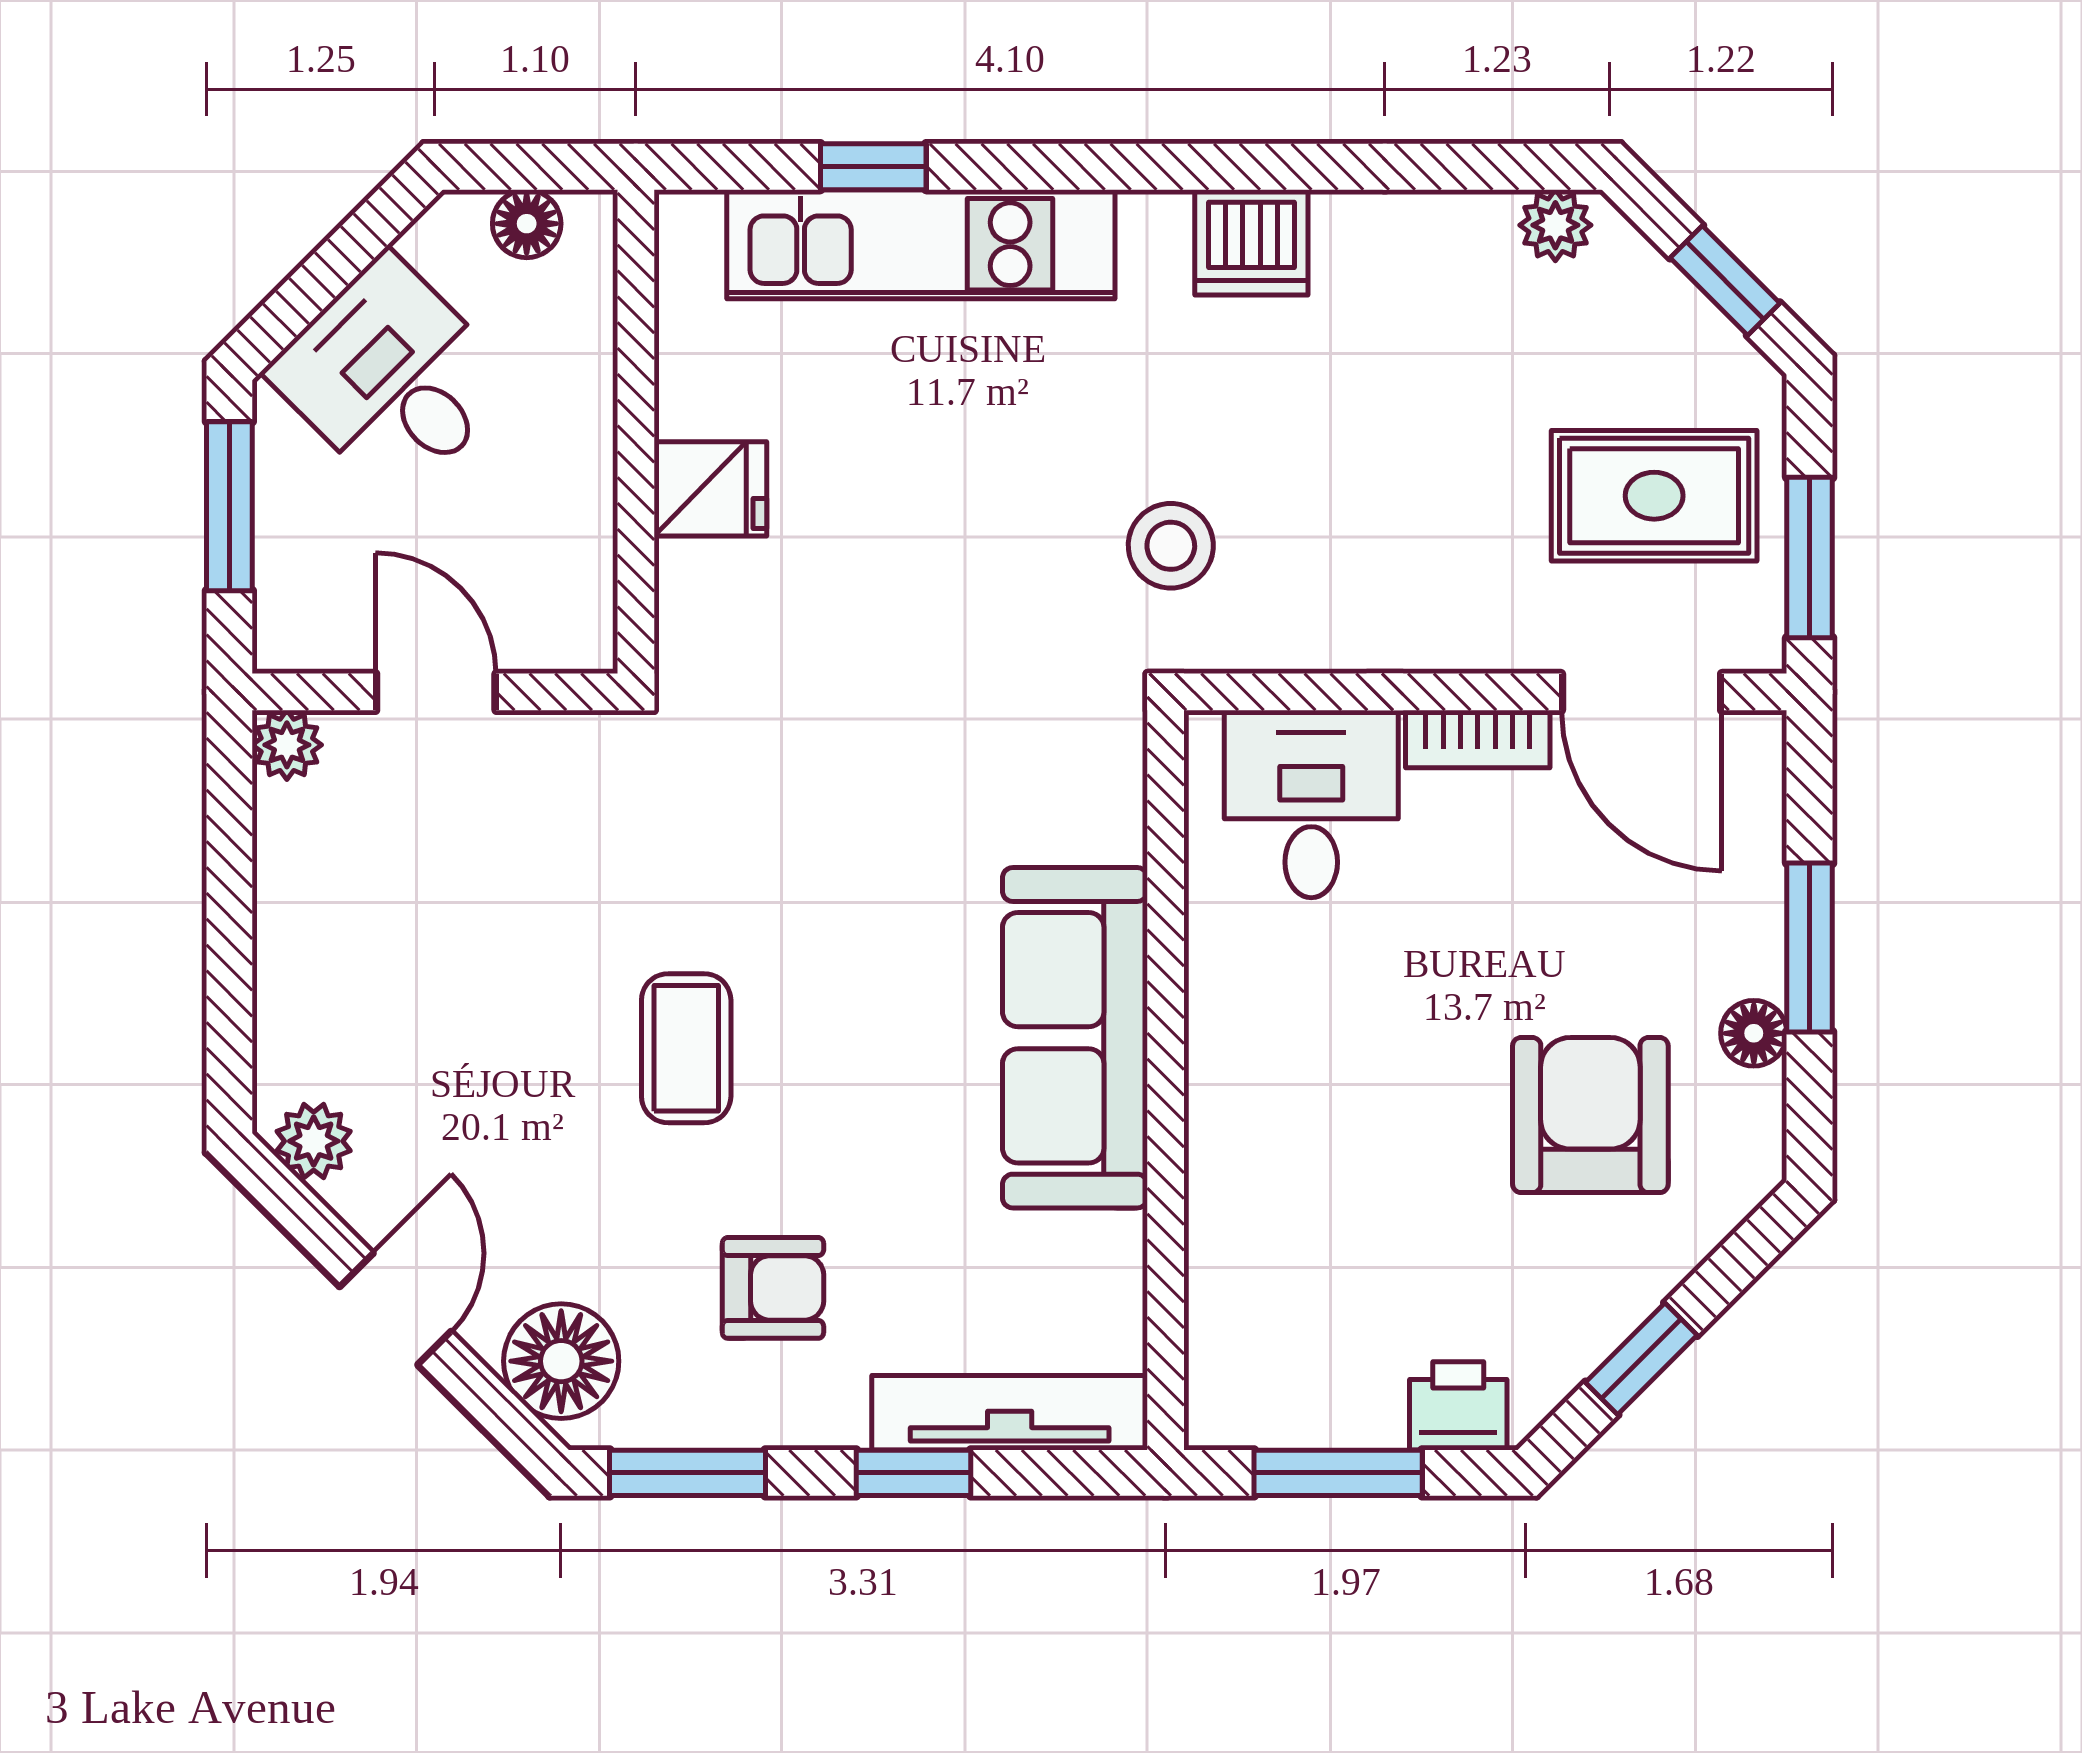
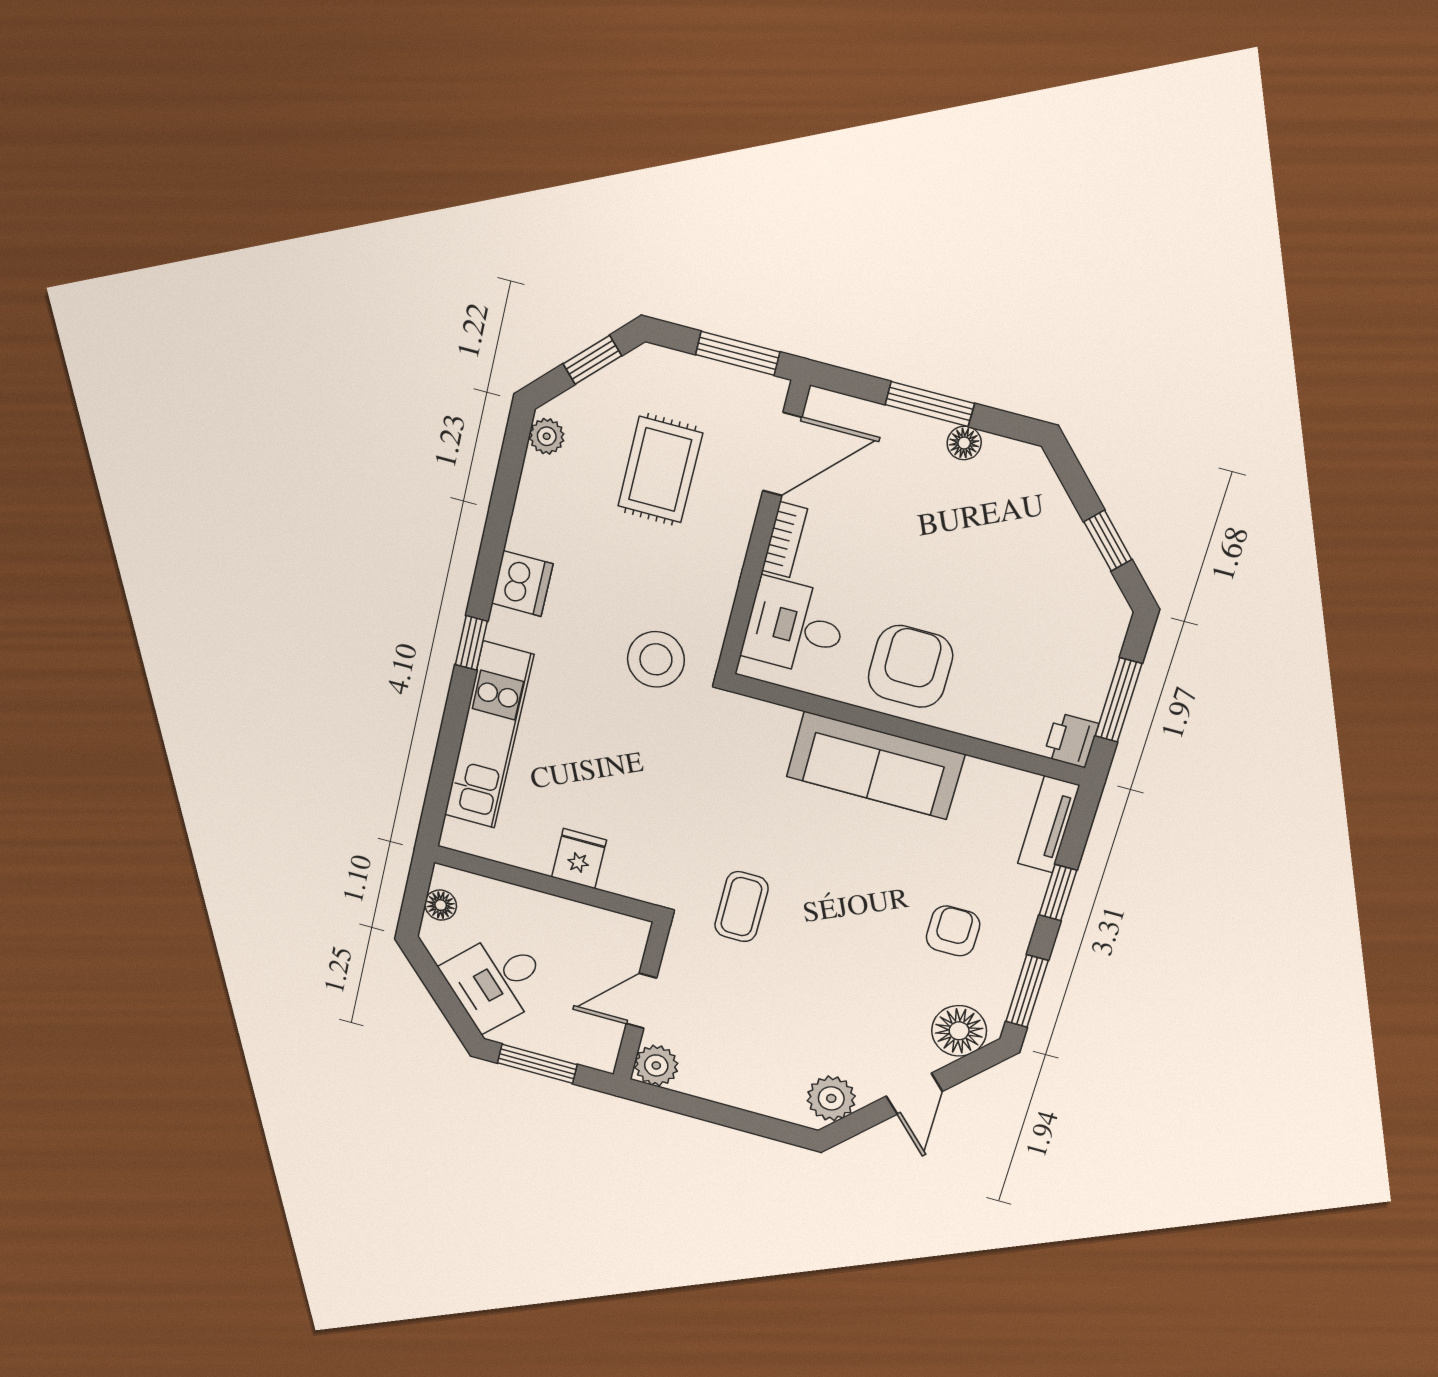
window: (873, 167) -> (471, 643), moved
rug: (1654, 496) -> (660, 470), moved
stool: (1171, 546) -> (656, 659), width x1.38, depth x1.38
plant: (287, 745) -> (656, 1065), width x1.38, depth x1.38
coffee table: (686, 1048) -> (741, 907), moved, turned 90
armchair: (1590, 1115) -> (910, 666), moved, turned 90
plant: (314, 1141) -> (831, 1098), width x1.38, depth x1.38
door: (395, 1309) -> (914, 1094), swing flipped
printer: (1458, 1406) -> (1071, 740), moved
tv unit: (1010, 1413) -> (1049, 824), width x0.71

